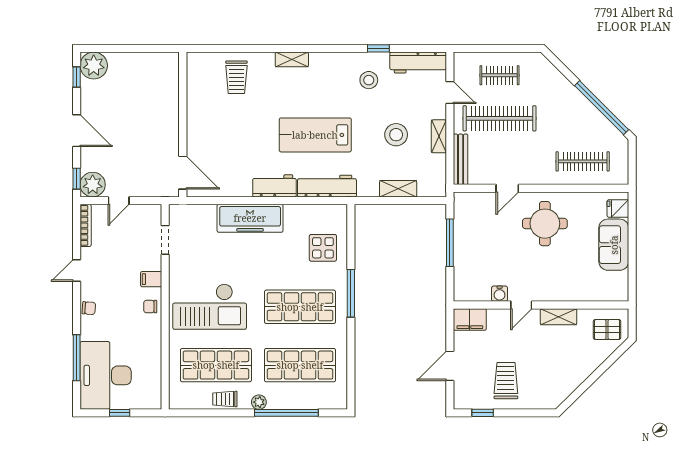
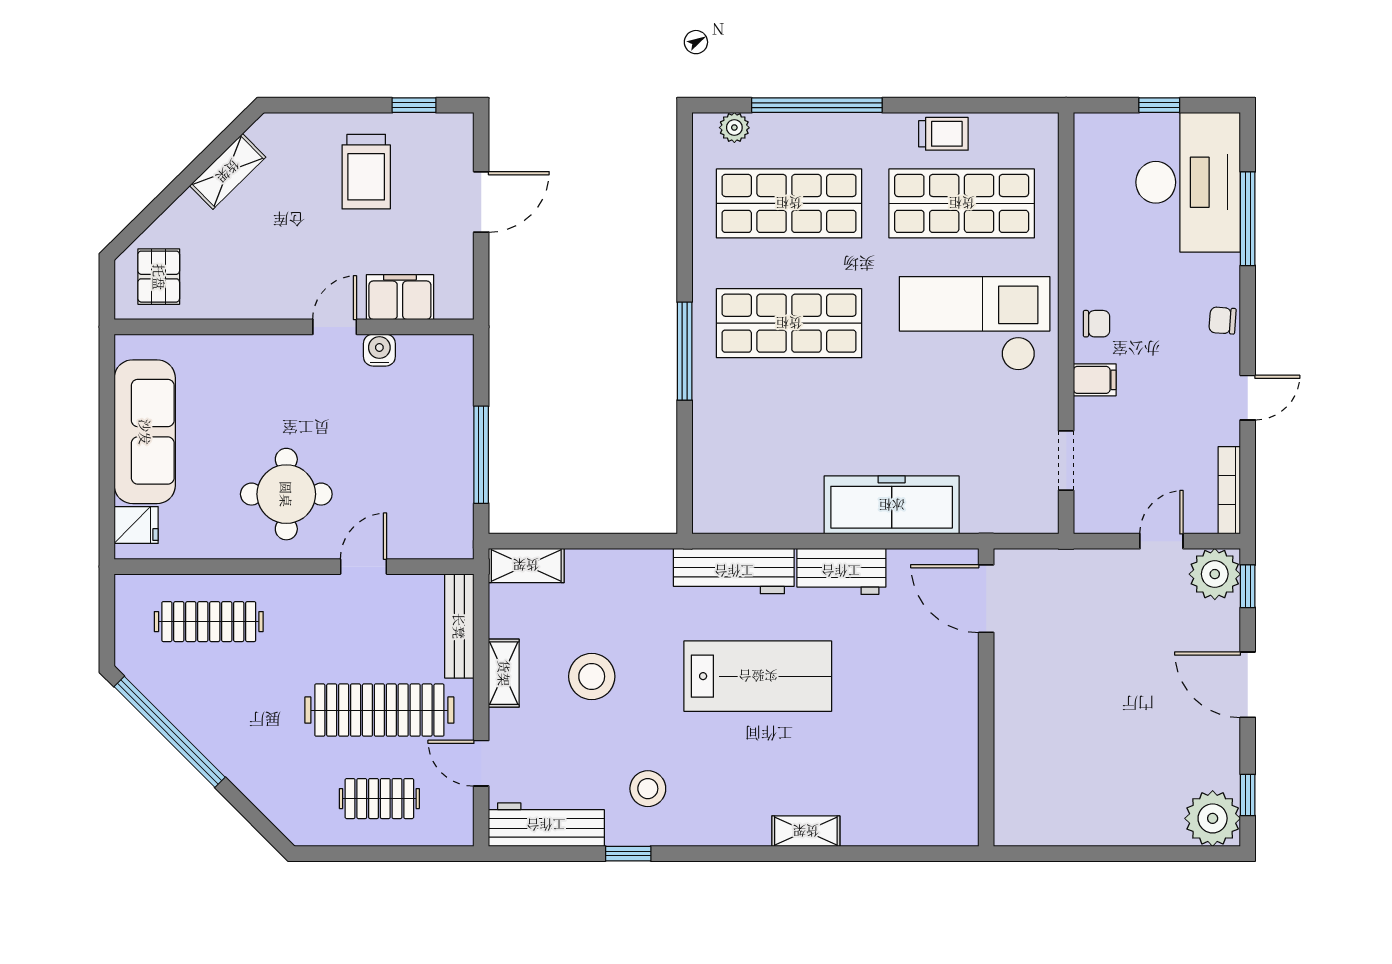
trolley: (236, 77) -> (920, 794), removed
wall: (183, 125) -> (986, 697), moved
door: (183, 173) -> (986, 599), moved
shelving: (398, 189) -> (526, 565), moved
sofa: (614, 245) -> (145, 432), width x1.36
display table: (323, 248) -> (742, 444), removed
shelving: (559, 317) -> (228, 171), moved, turned -45
filing cabinet: (470, 319) -> (400, 297), moved
pallet: (607, 329) -> (159, 277), turned 90
plant: (259, 402) -> (734, 128), moved

